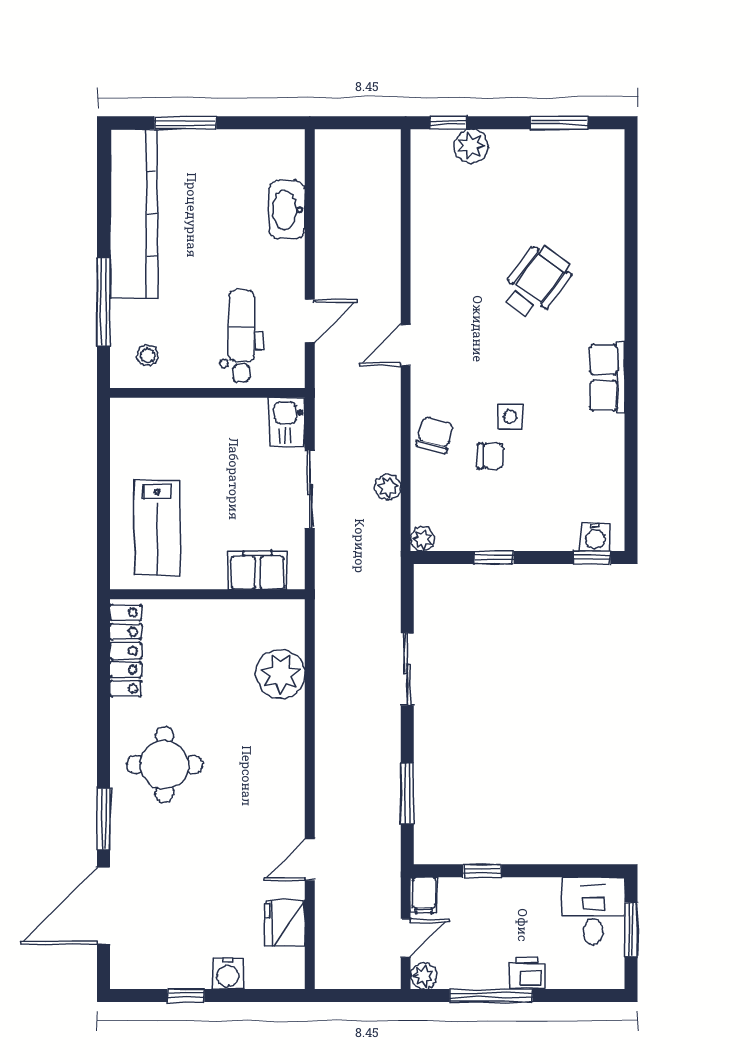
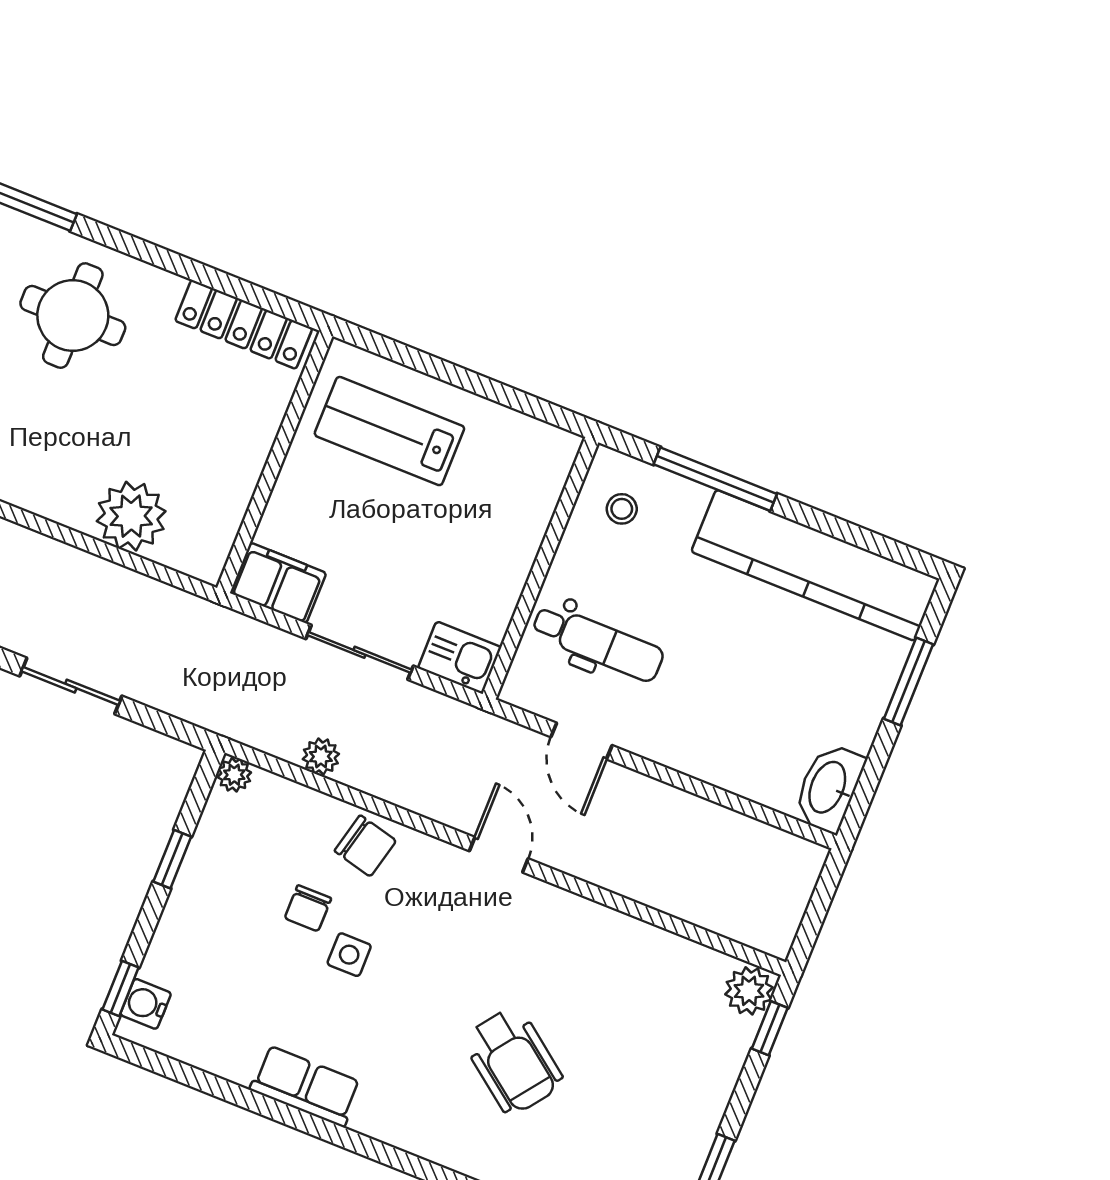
plant: (471, 146) -> (749, 991), moved
washbasin: (287, 210) -> (829, 788), moved, turned -90
row of seats: (607, 378) -> (306, 1086), moved
filing cabinet: (258, 570) -> (278, 583), moved, turned -90

